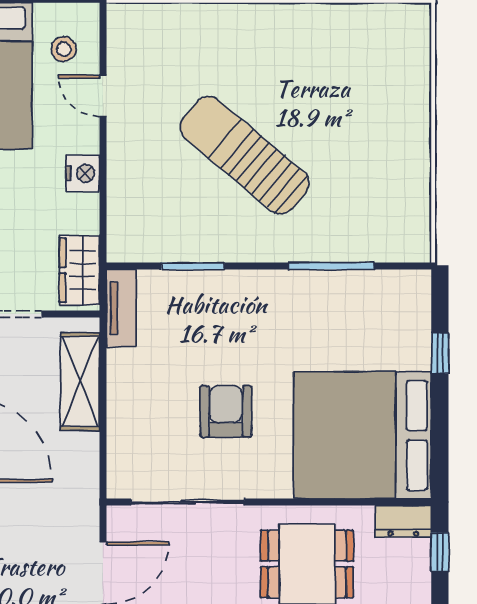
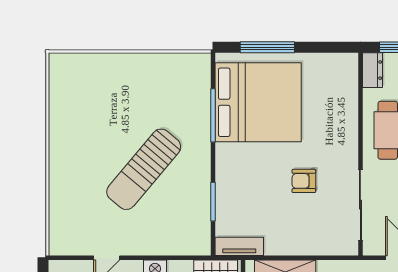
window: (440, 353) -> (267, 47), width x2.17
armchair: (226, 411) -> (304, 181), width x0.72, depth x0.72
bed: (362, 435) -> (258, 102), moved, turned -90

